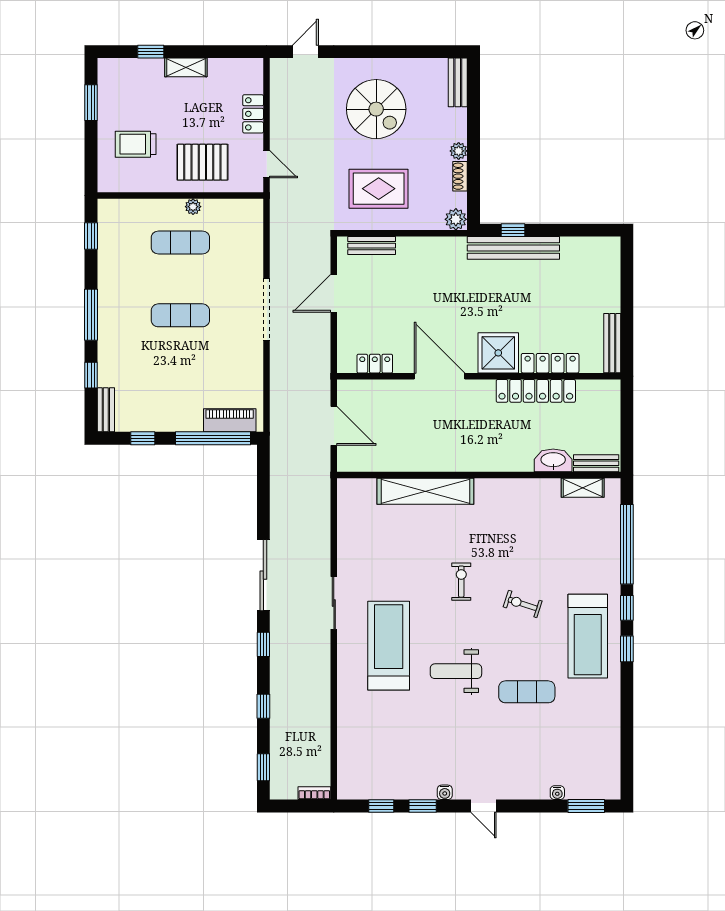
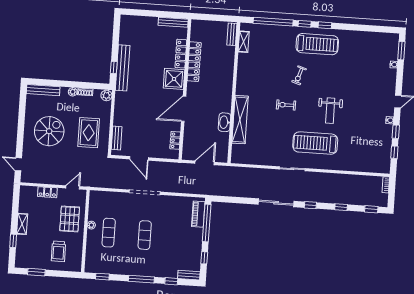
bench: (458, 82) -> (43, 90), width x1.36
washbasin: (553, 460) -> (224, 122), moved
exercise mat: (527, 692) -> (343, 76), removed

